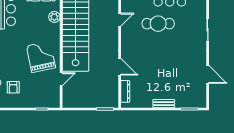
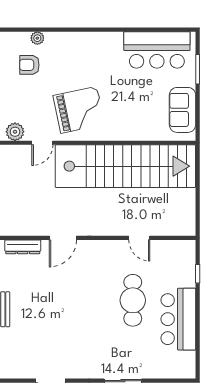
plant: (54, 17) -> (15, 132), moved
door: (61, 79) -> (42, 143), hinge flipped

